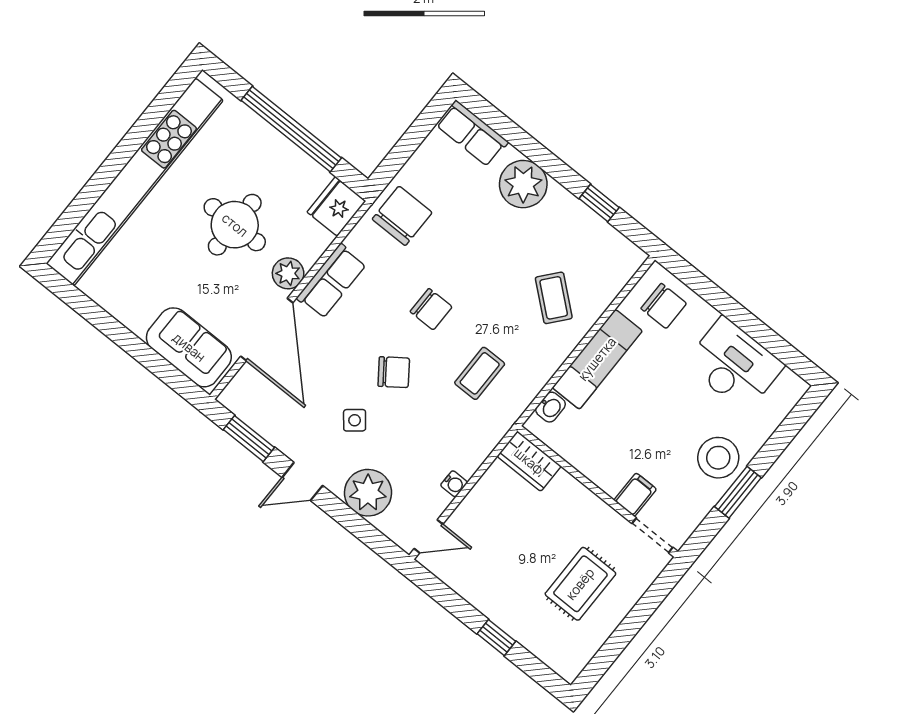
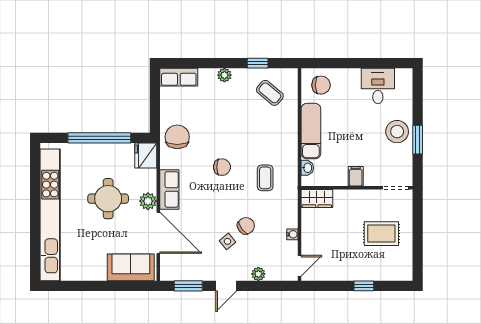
plant: (523, 184) -> (224, 75), width x0.53, depth x0.53
coffee table: (554, 298) -> (270, 93), moved
desk: (734, 365) -> (378, 86), width x0.73
chair: (394, 372) -> (246, 226), moved
plant: (368, 493) -> (258, 274), width x0.53, depth x0.53
filing cabinet: (635, 495) -> (356, 176), moved
rug: (580, 584) -> (381, 234), turned 90

